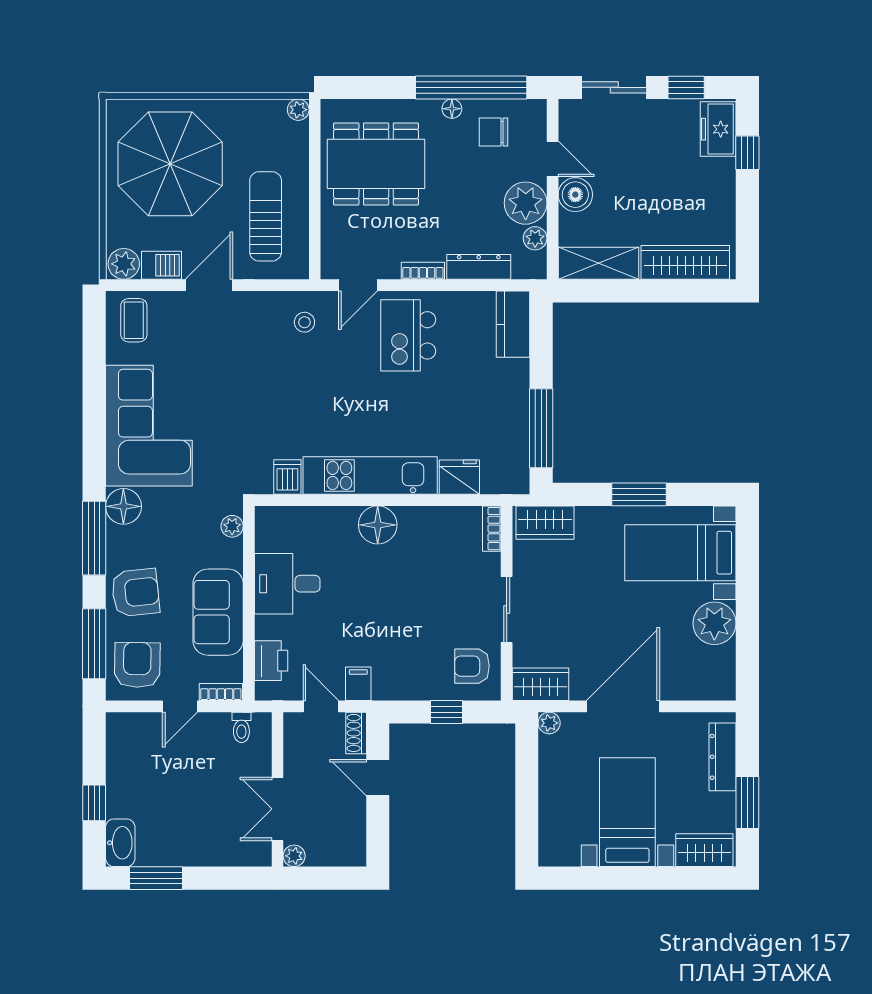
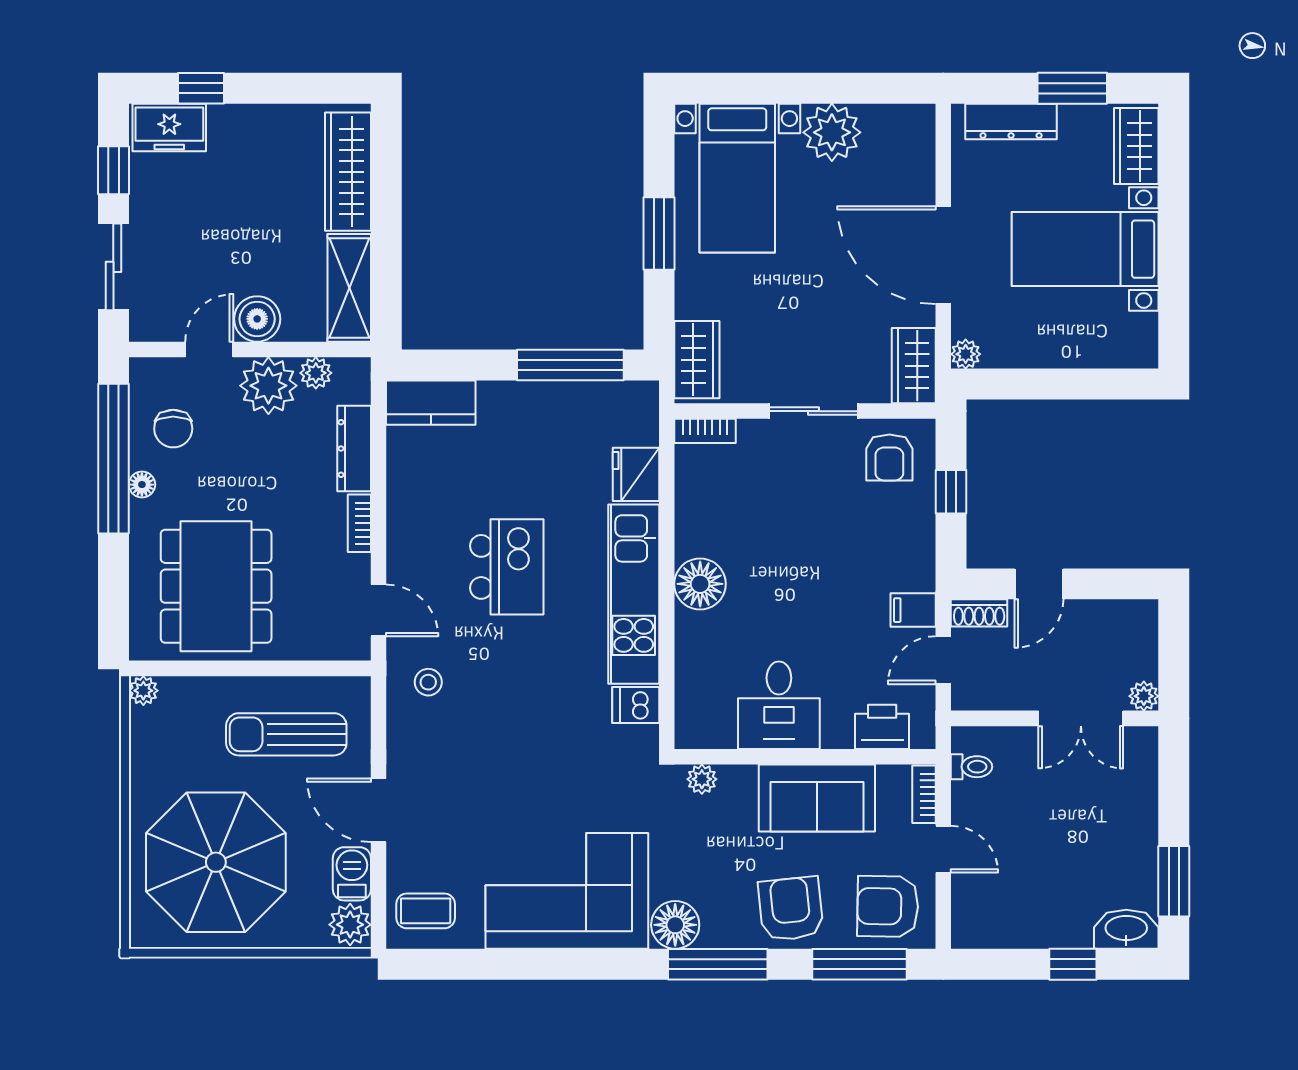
kitchen island: (408, 335) -> (507, 567), moved, turned -90

